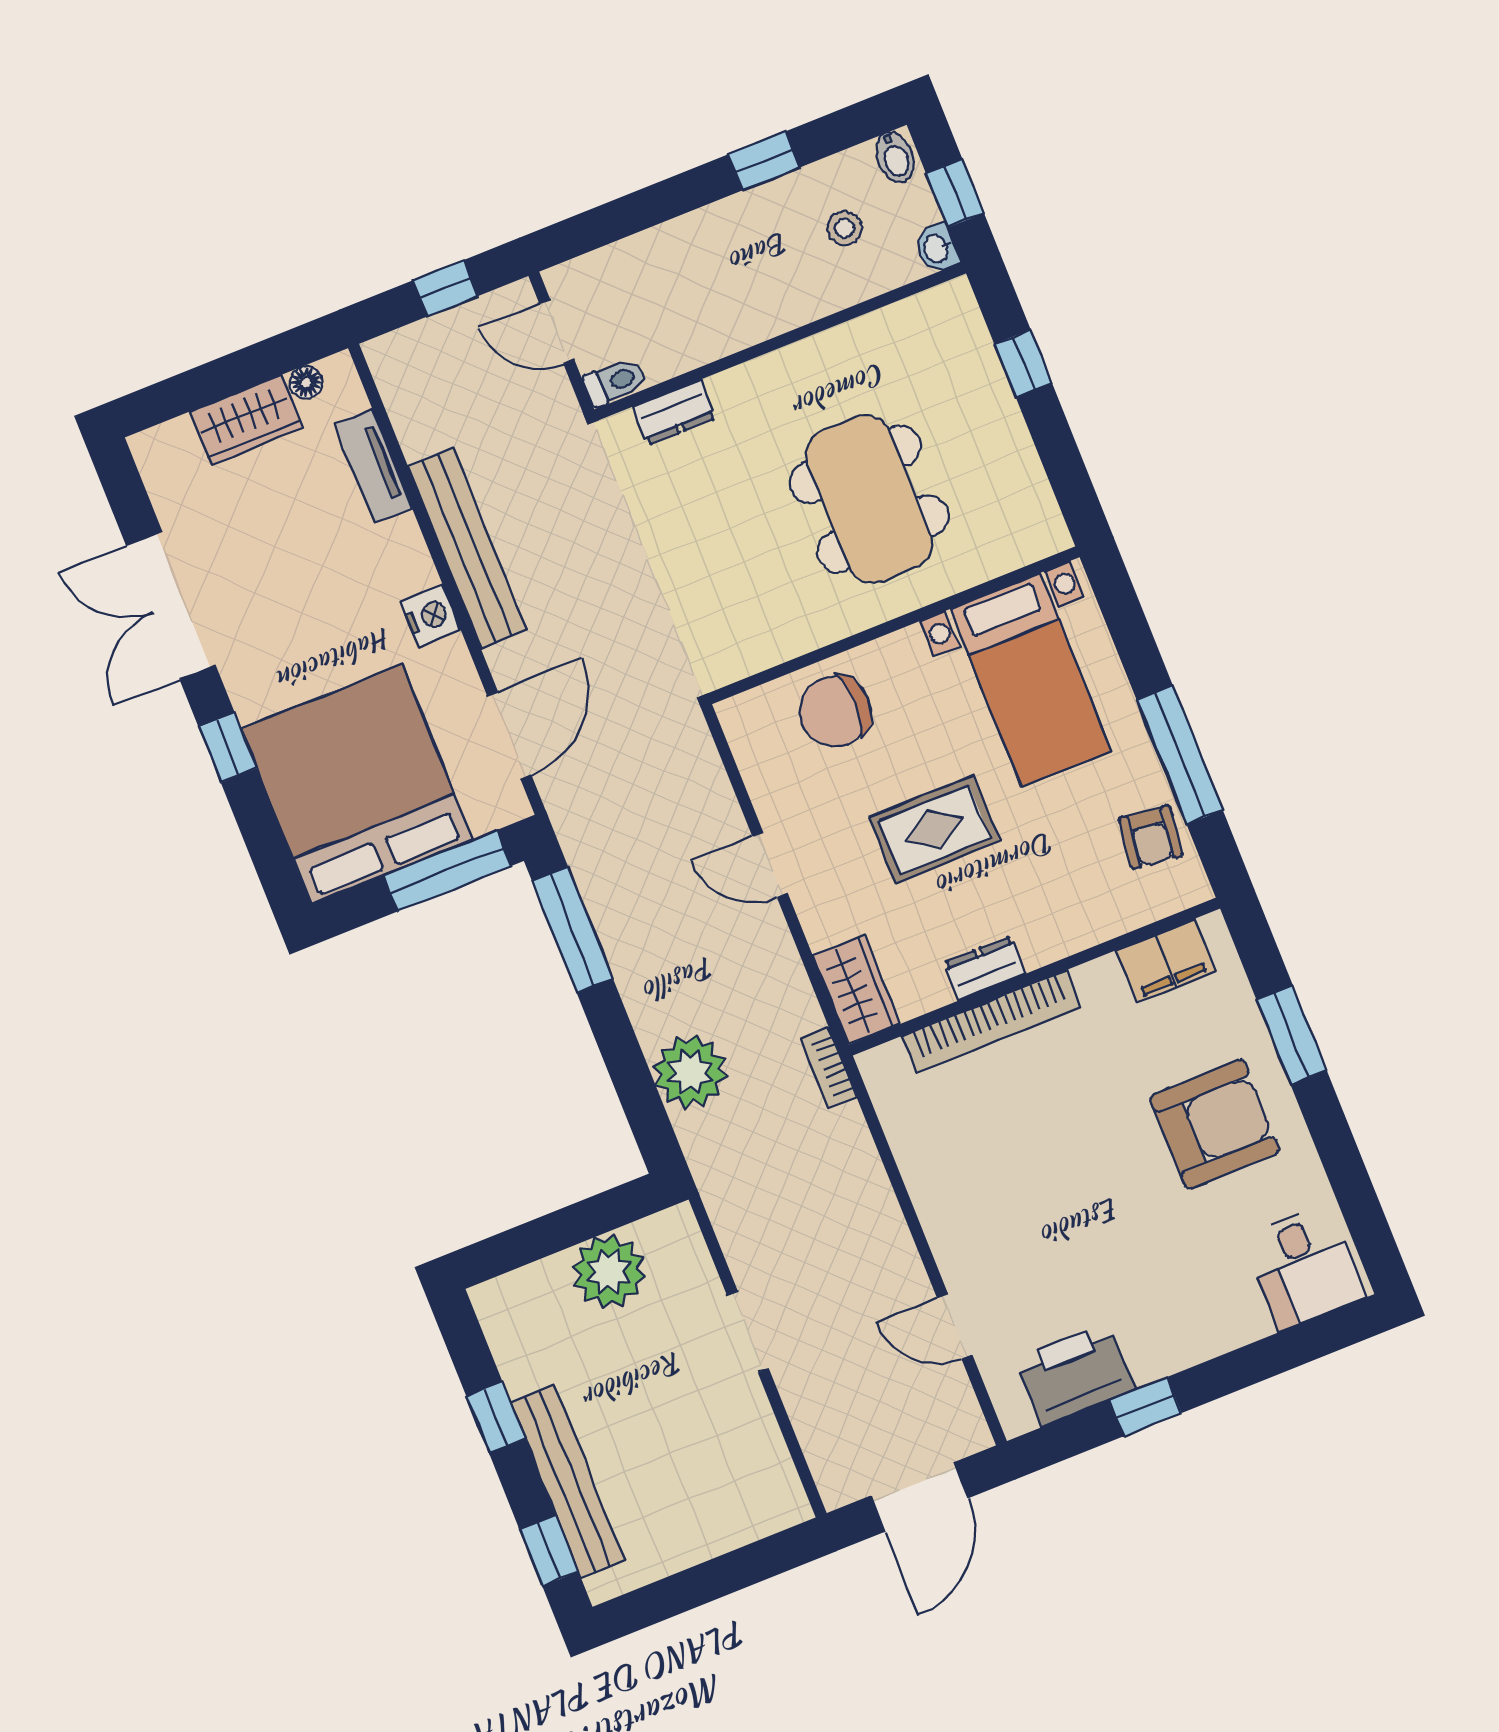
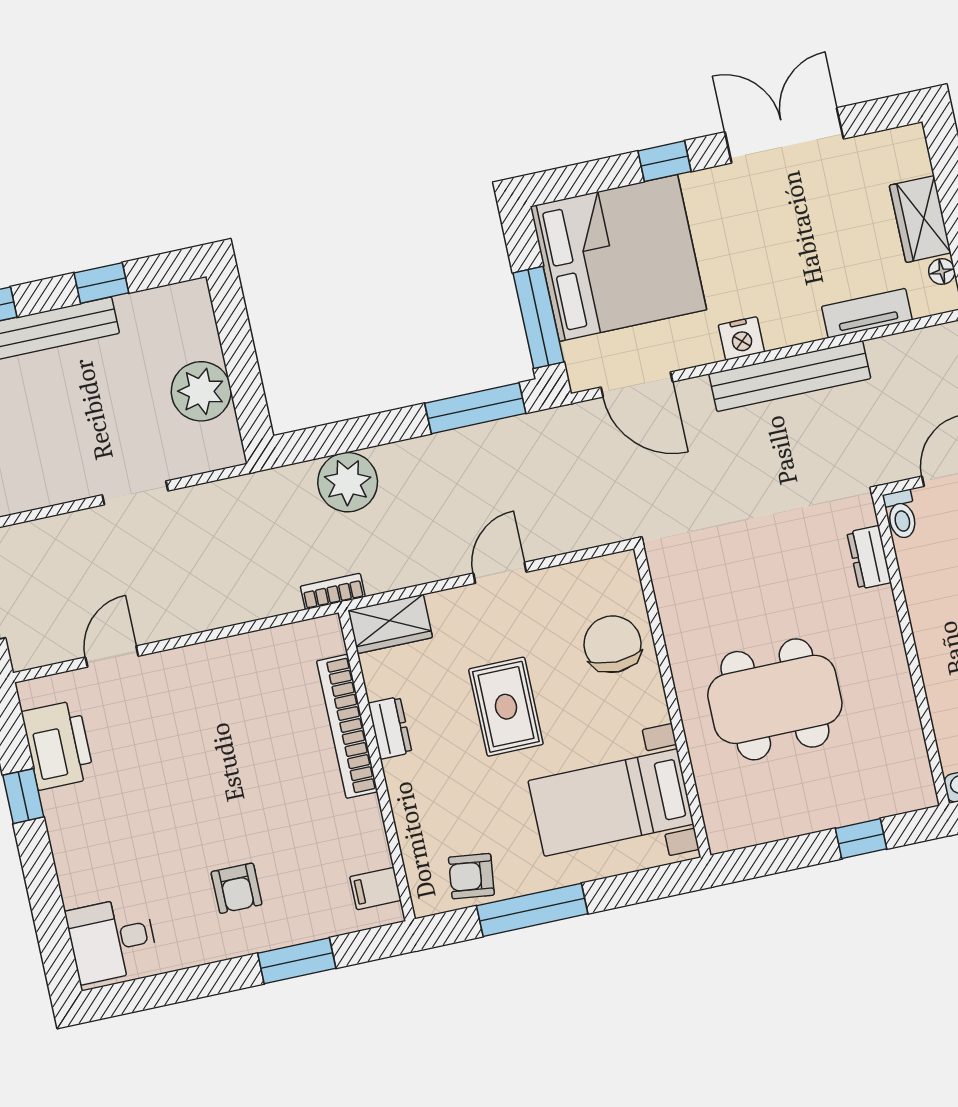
filing cabinet: (1166, 961) -> (375, 889), width x0.50
armchair: (1215, 1124) -> (237, 888), width x0.53, depth x0.53

